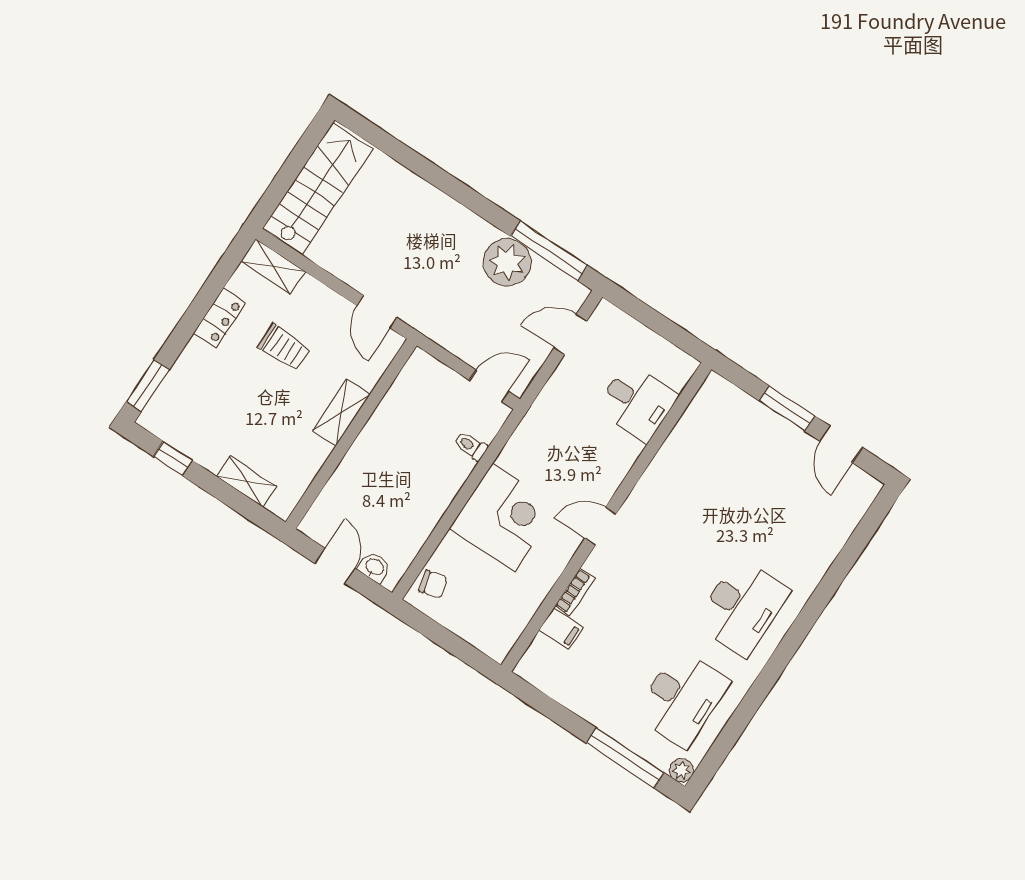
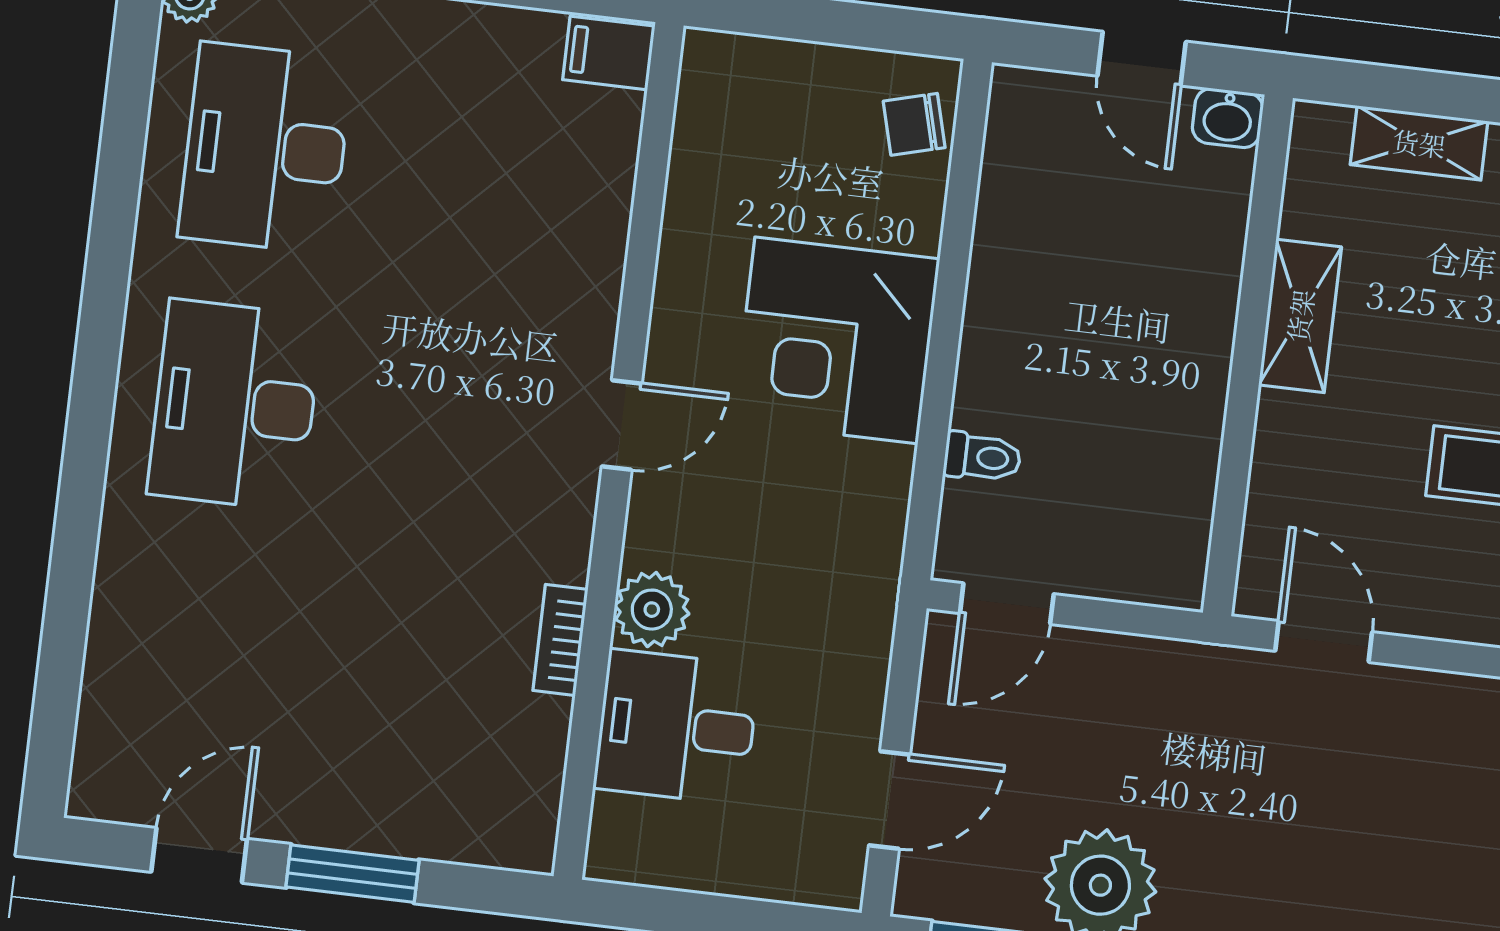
shelving: (341, 413) -> (1300, 316), moved
door: (841, 444) -> (199, 855), hinge flipped
plant: (624, 451) -> (652, 610), added
washbasin: (374, 567) -> (1228, 118), moved
bookcase: (575, 592) -> (560, 640), moved
filing cabinet: (561, 629) -> (609, 53), moved

